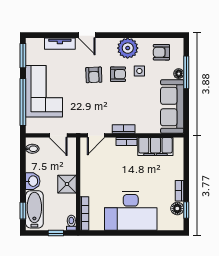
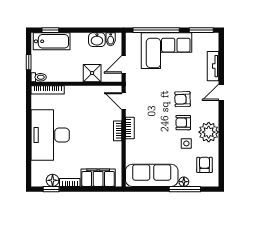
armchair: (118, 74) -> (183, 123), turned 90
filing cabinet: (155, 147) -> (98, 178), moved, turned 90
washbasin: (33, 181) -> (97, 40), moved
shower: (67, 184) -> (92, 73), moved

